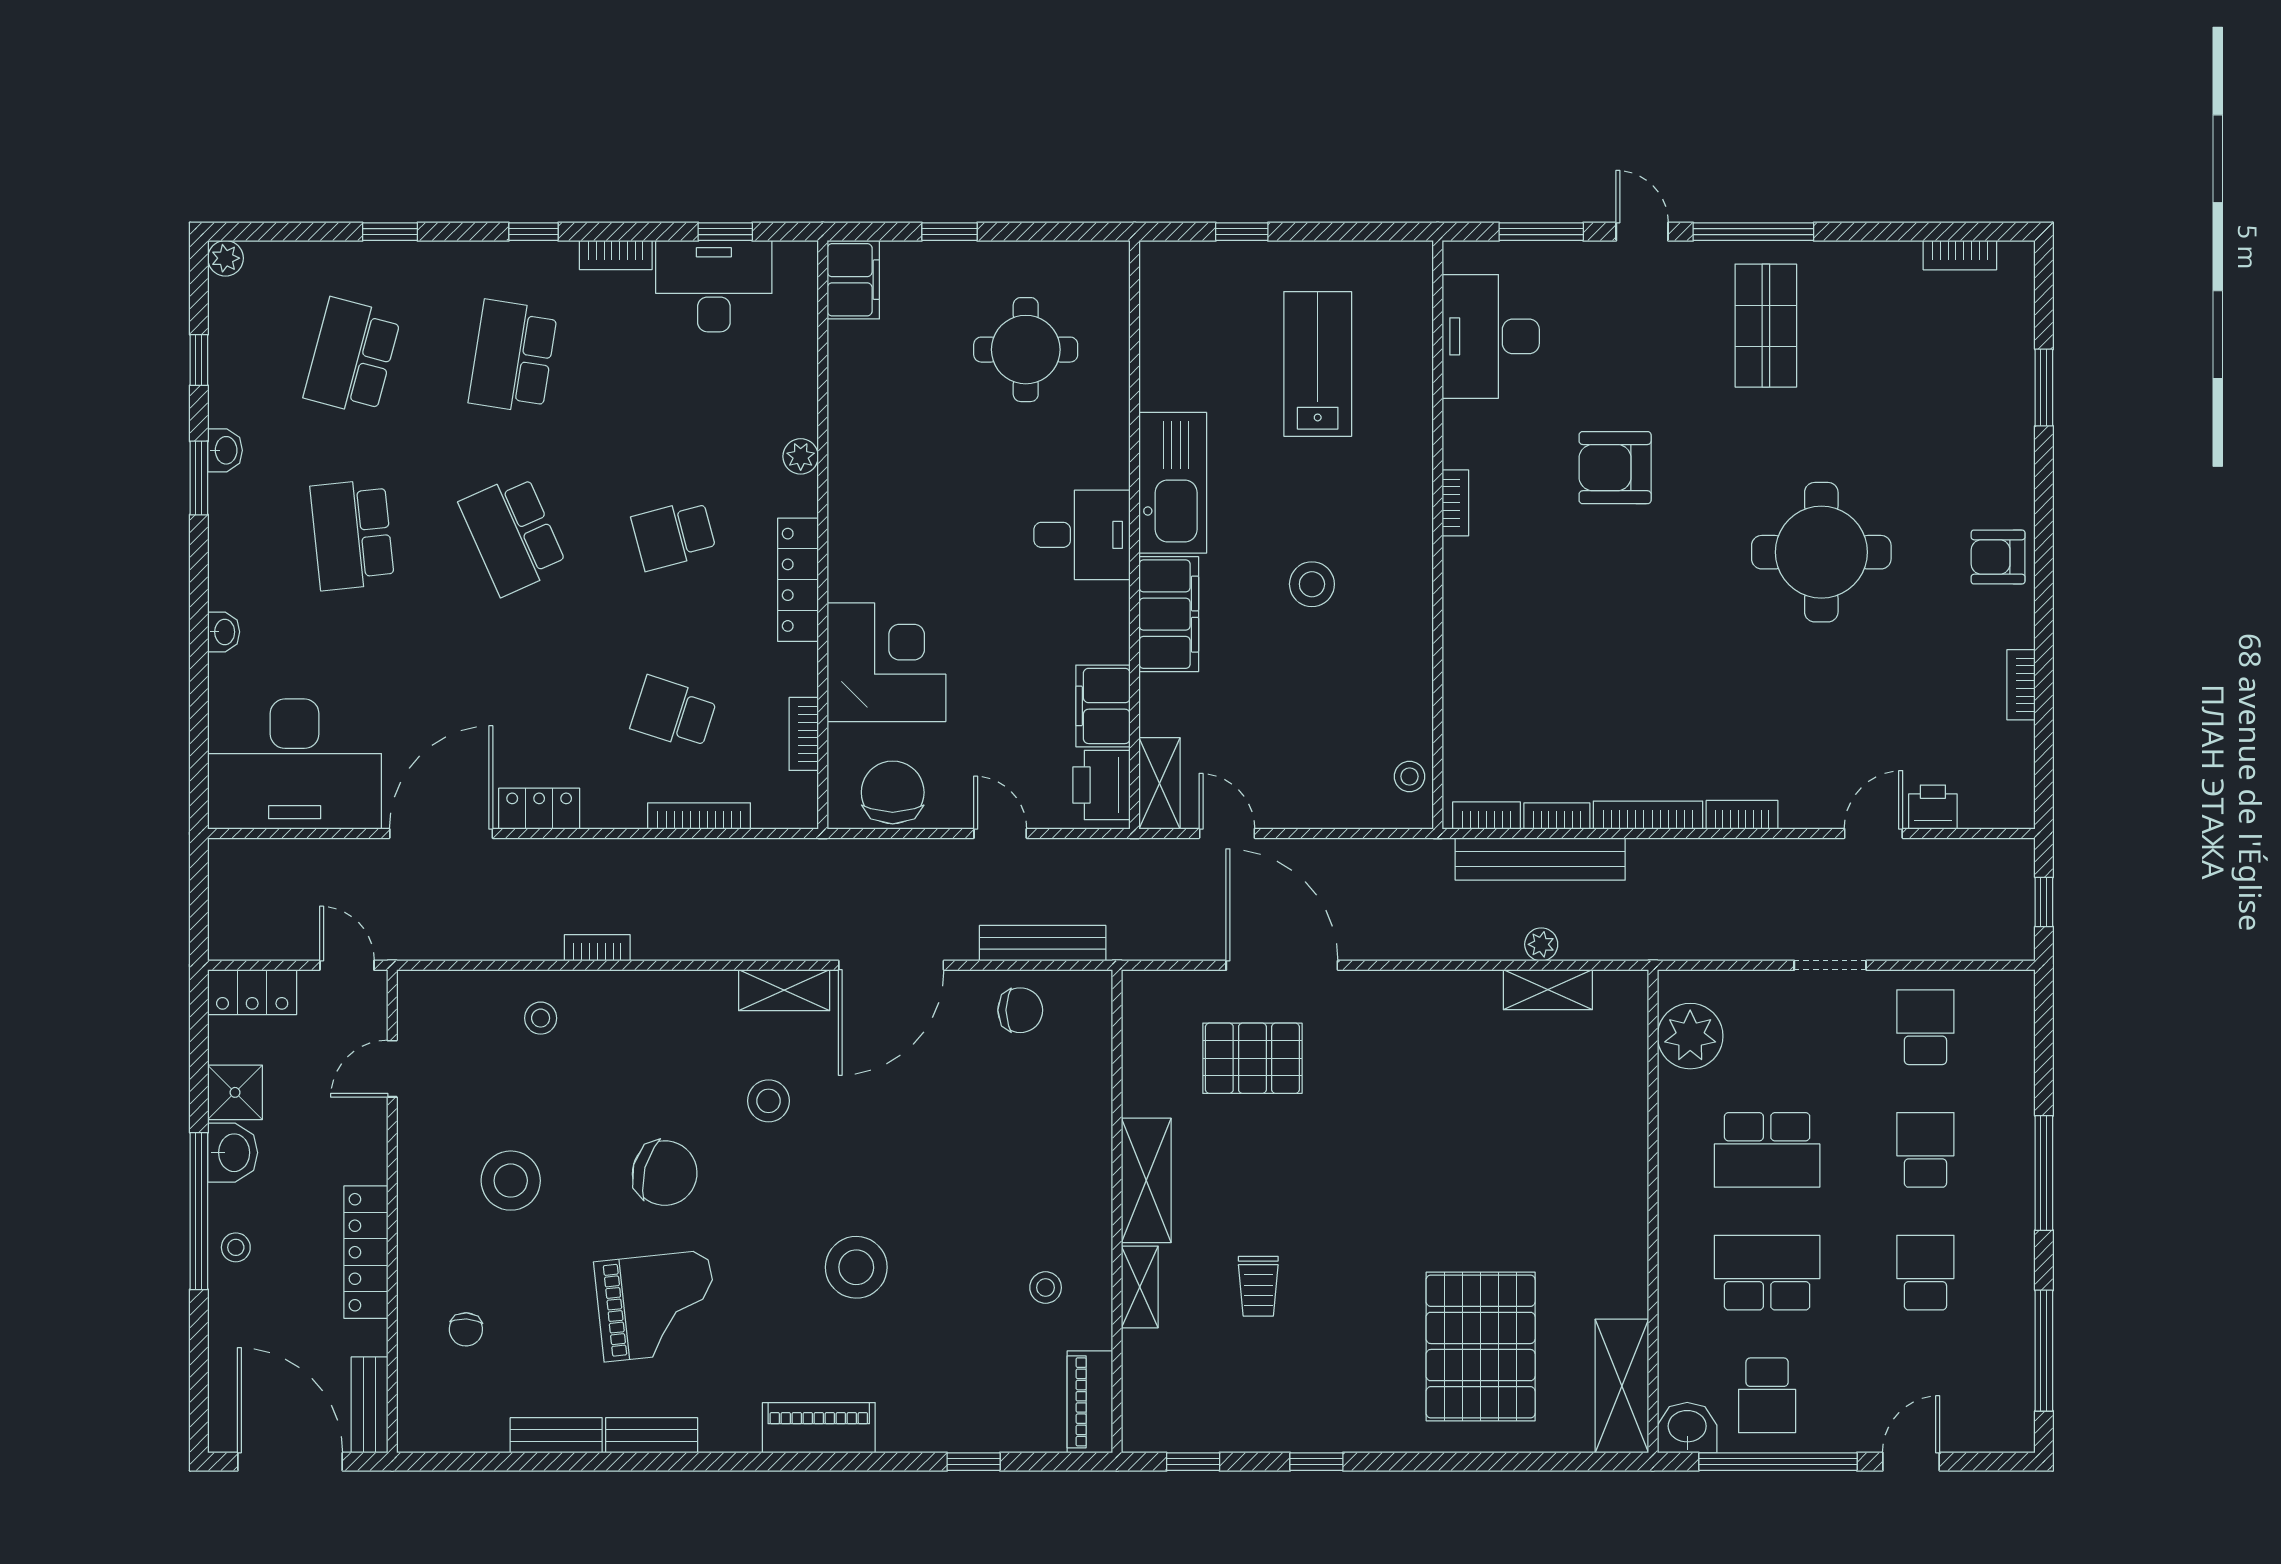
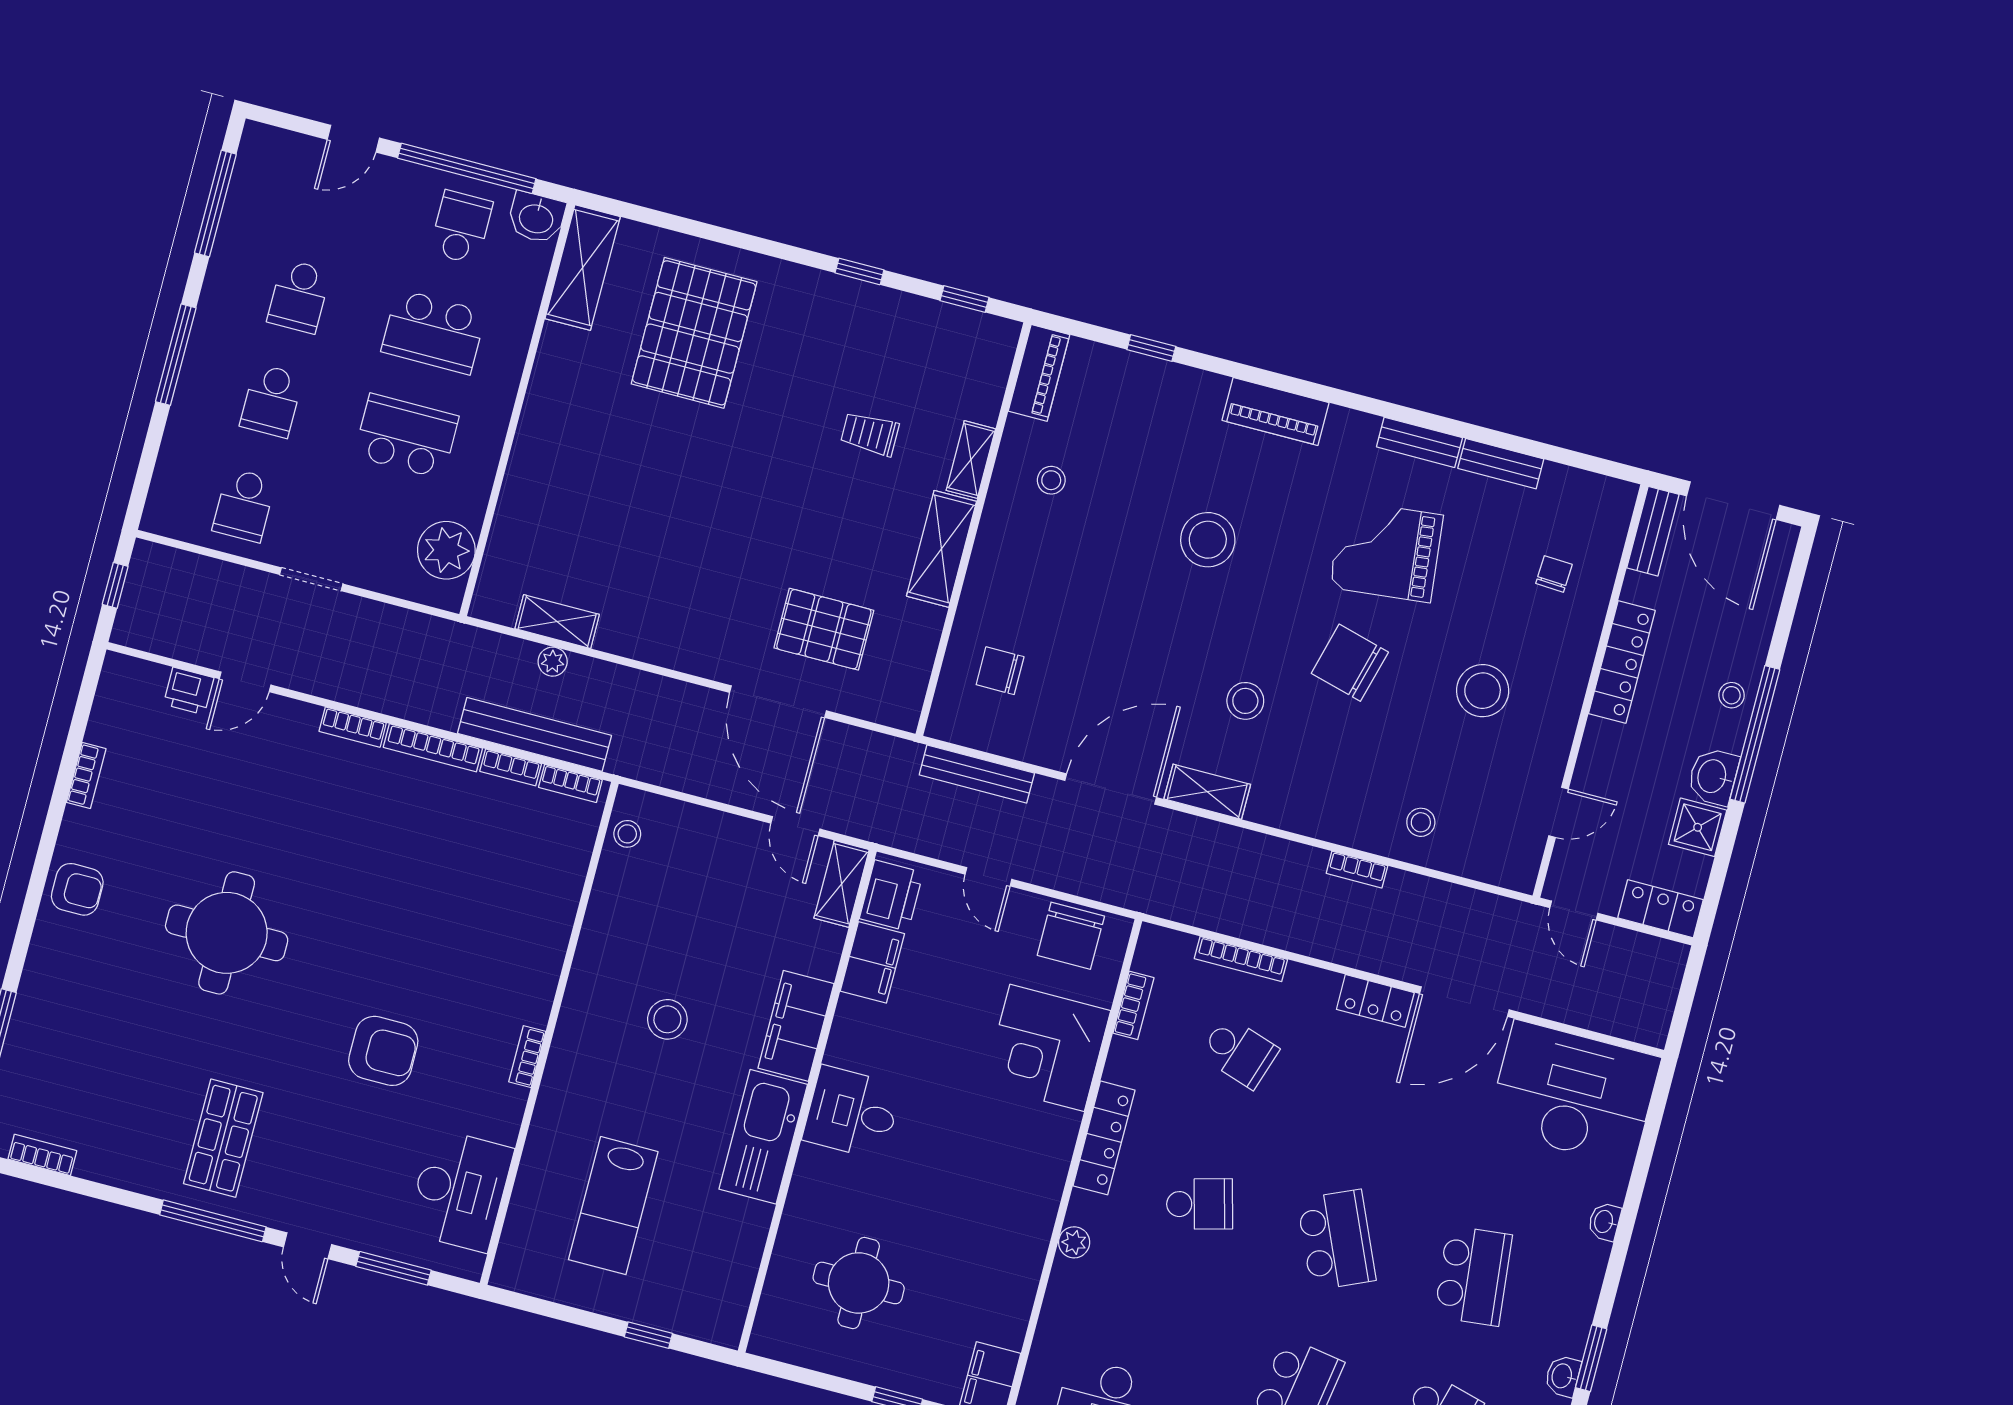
chair: (1020, 1010) -> (1000, 671), moved
trolley: (1258, 1286) -> (870, 434), turned -90

